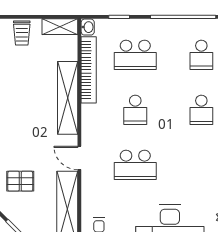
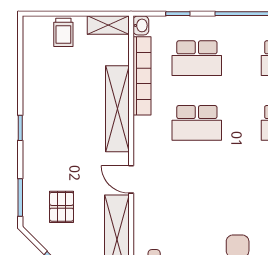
school desk: (135, 110) -> (197, 123), width x1.85
school desk: (135, 165) -> (197, 188), removed
pallet: (20, 181) -> (62, 207), turned 90

